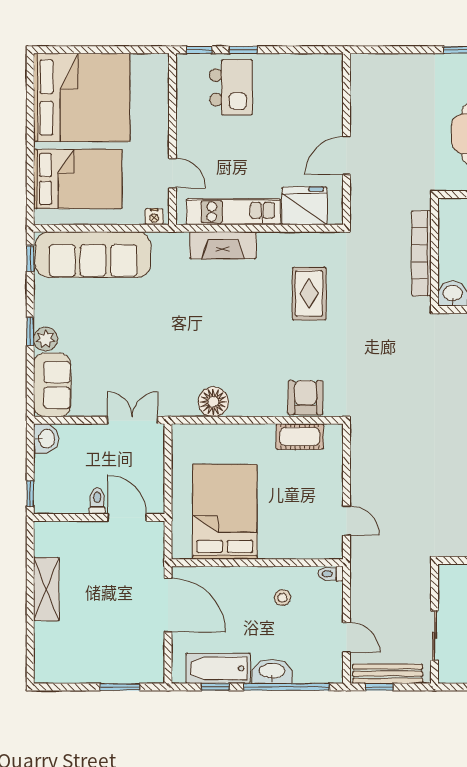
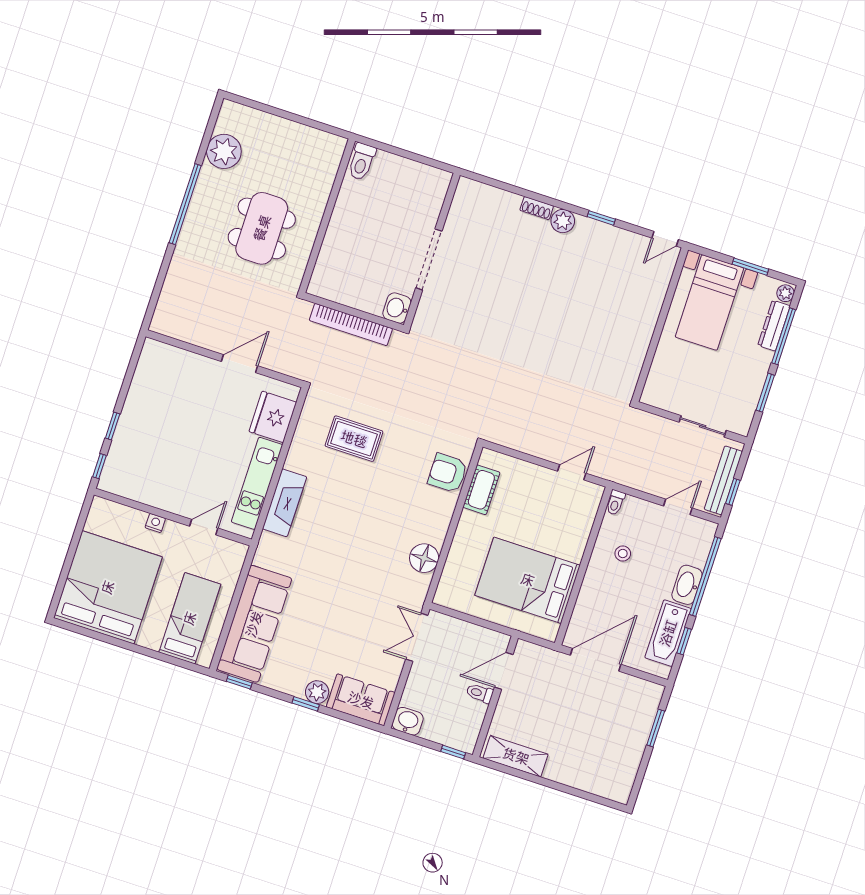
kitchen island: (231, 87) -> (143, 448), removed
door: (346, 156) -> (240, 364), swing flipped
bed: (78, 179) -> (190, 618), width x0.67
nightstand: (154, 217) -> (155, 523), moved, turned -90
shelving: (46, 589) -> (516, 756), moved

